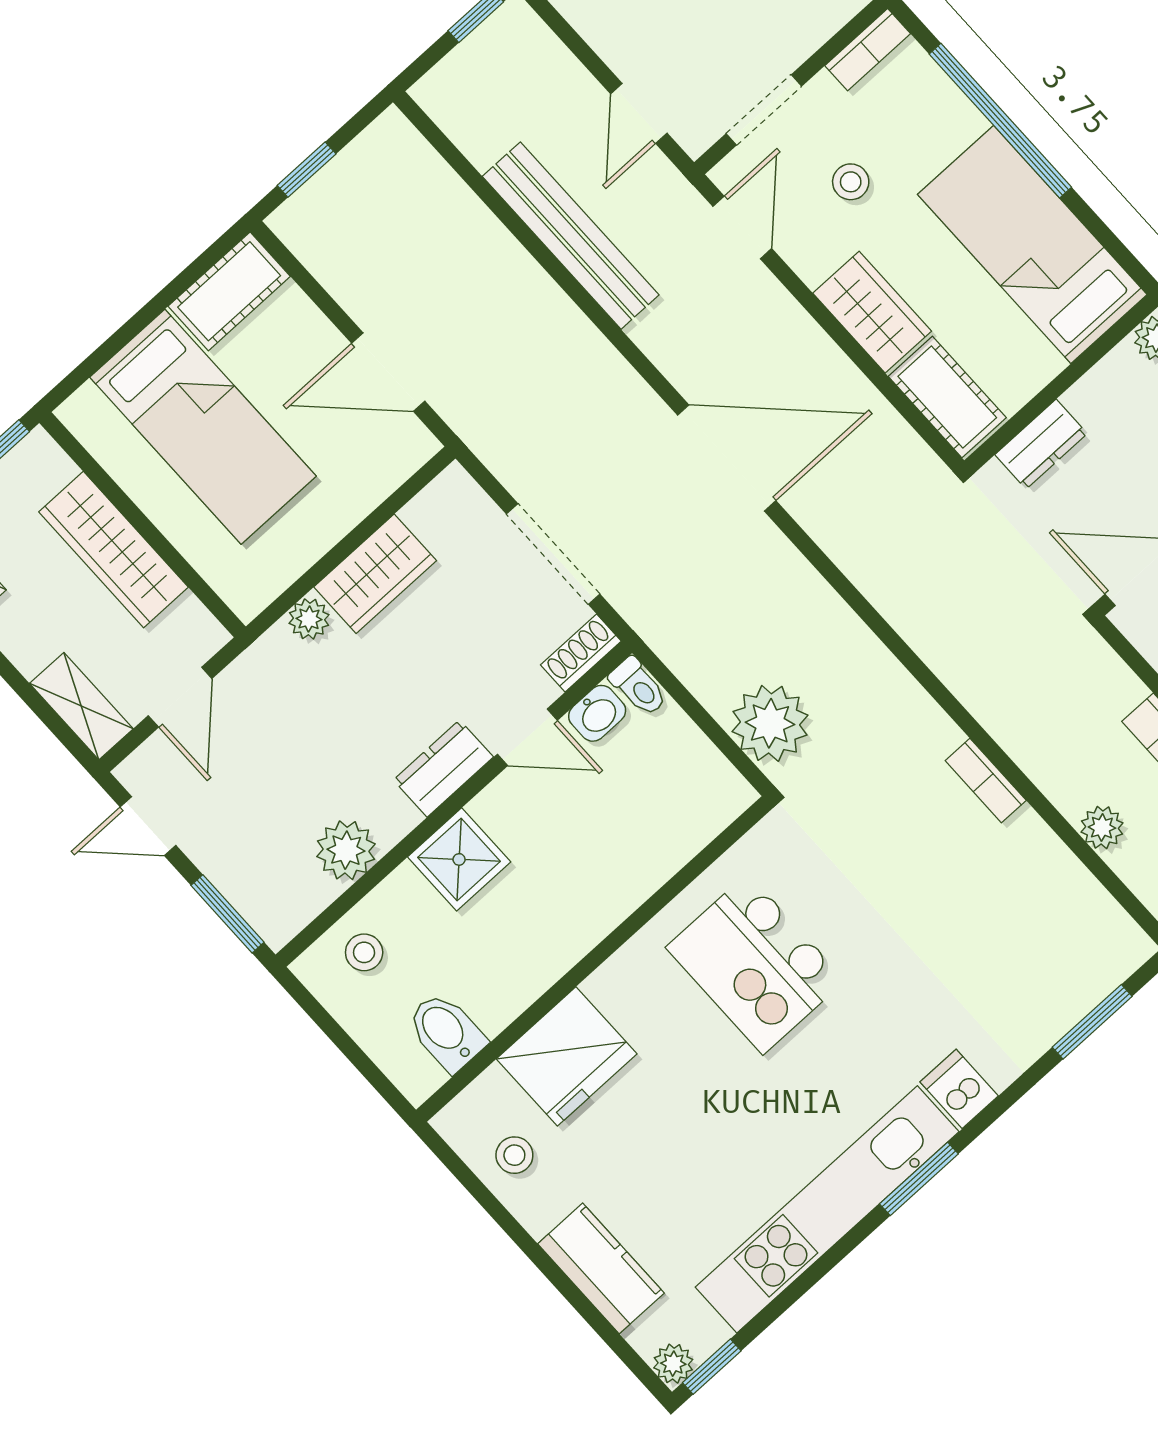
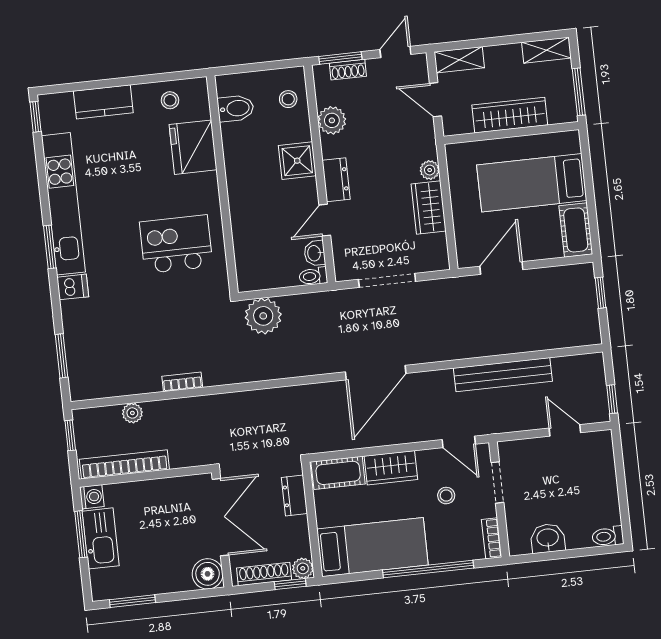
door: (639, 113) -> (565, 430), moved
shoe rack: (581, 653) -> (348, 70), moved, turned 90
plant: (673, 1364) -> (47, 103), removed

